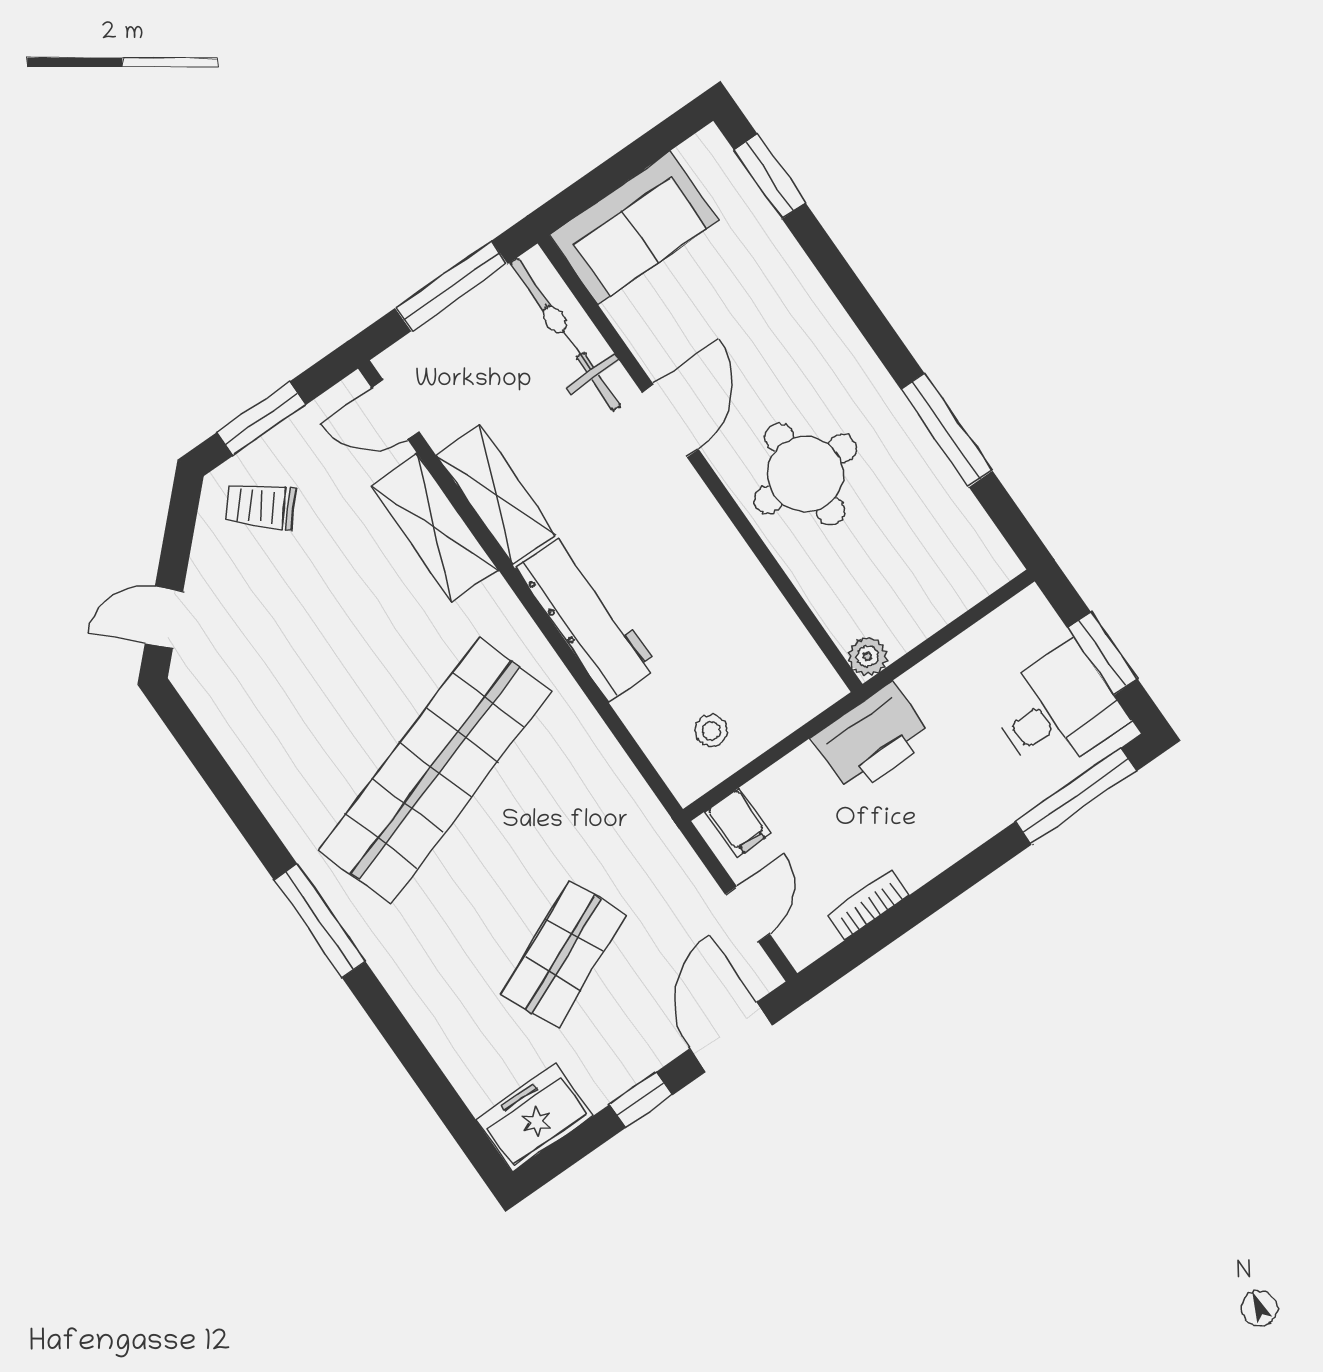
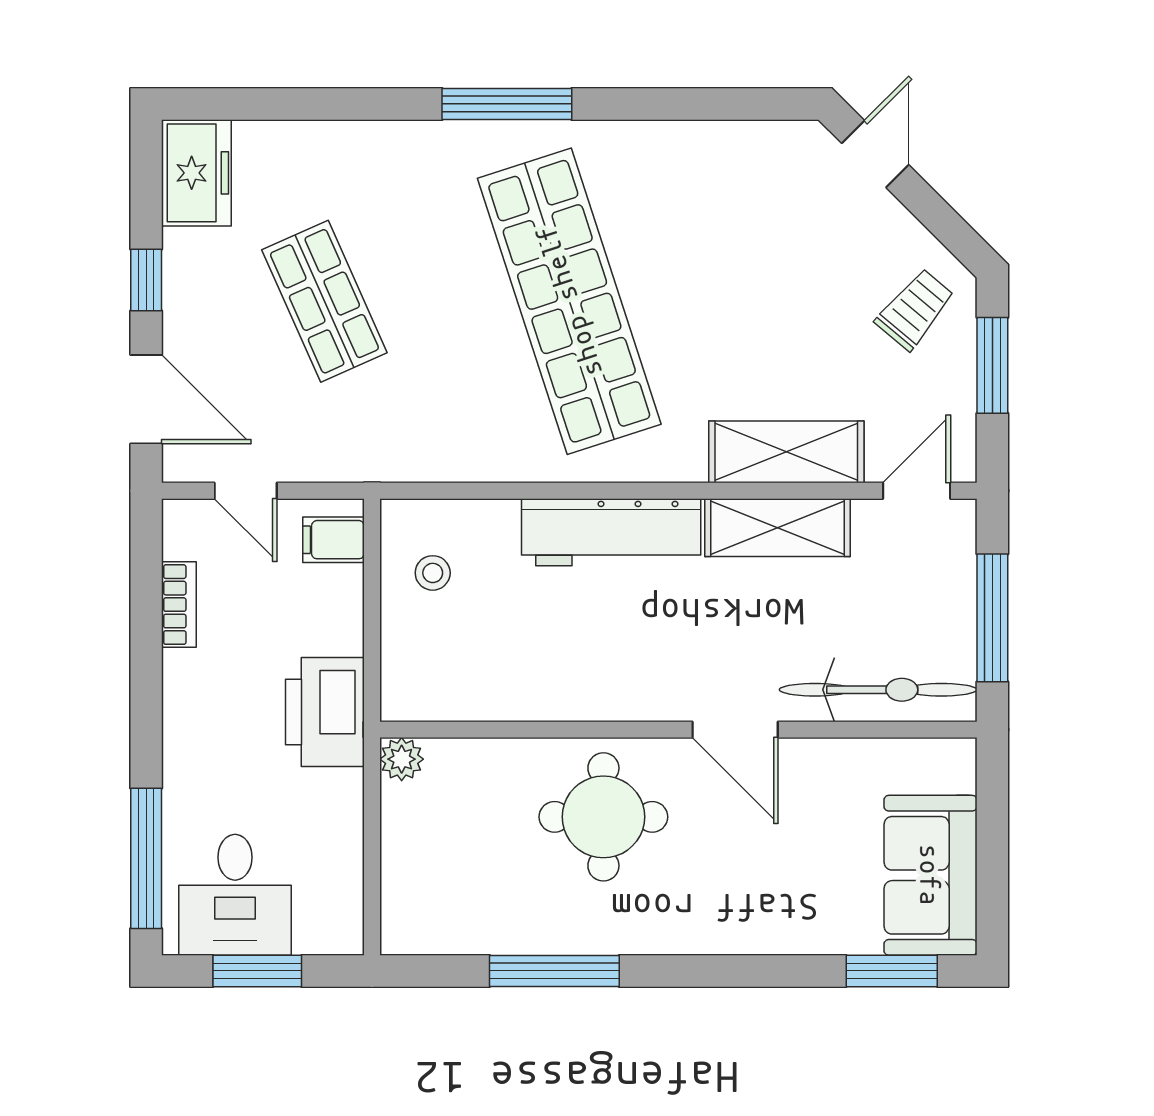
sofa: (634, 228) -> (930, 875), moved

